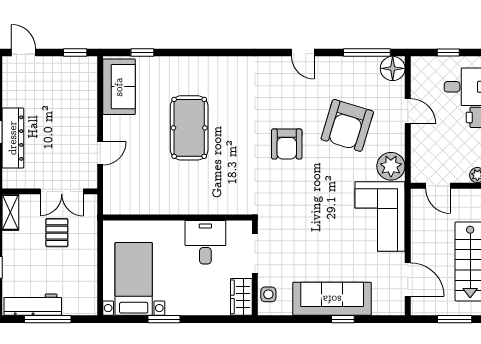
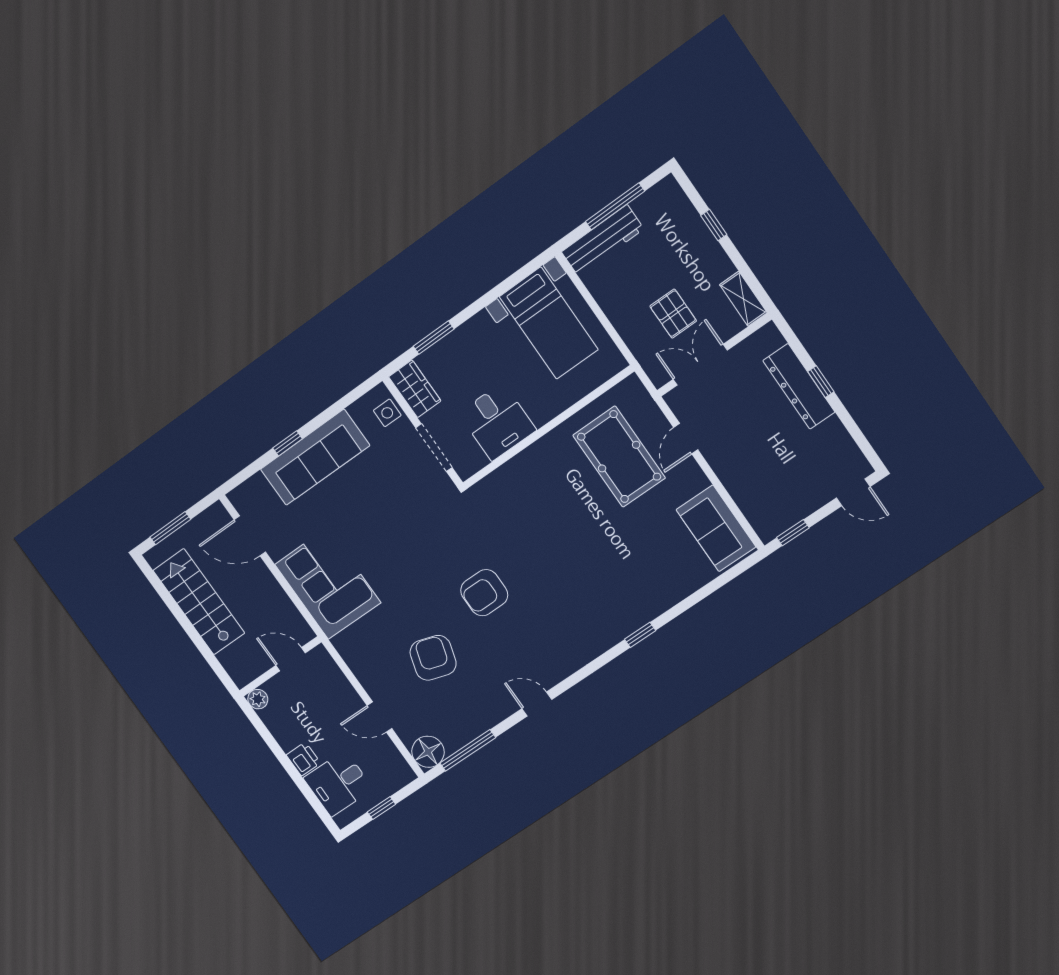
window: (142, 52) -> (640, 635), moved
armchair: (347, 125) -> (433, 658), width x0.73, depth x0.73
pool table: (189, 128) -> (619, 457), moved
armchair: (287, 144) -> (484, 593), turned -90
plant: (391, 166) -> (355, 646), removed
workbench: (33, 305) -> (603, 240), moved
window: (164, 319) -> (434, 338), moved

